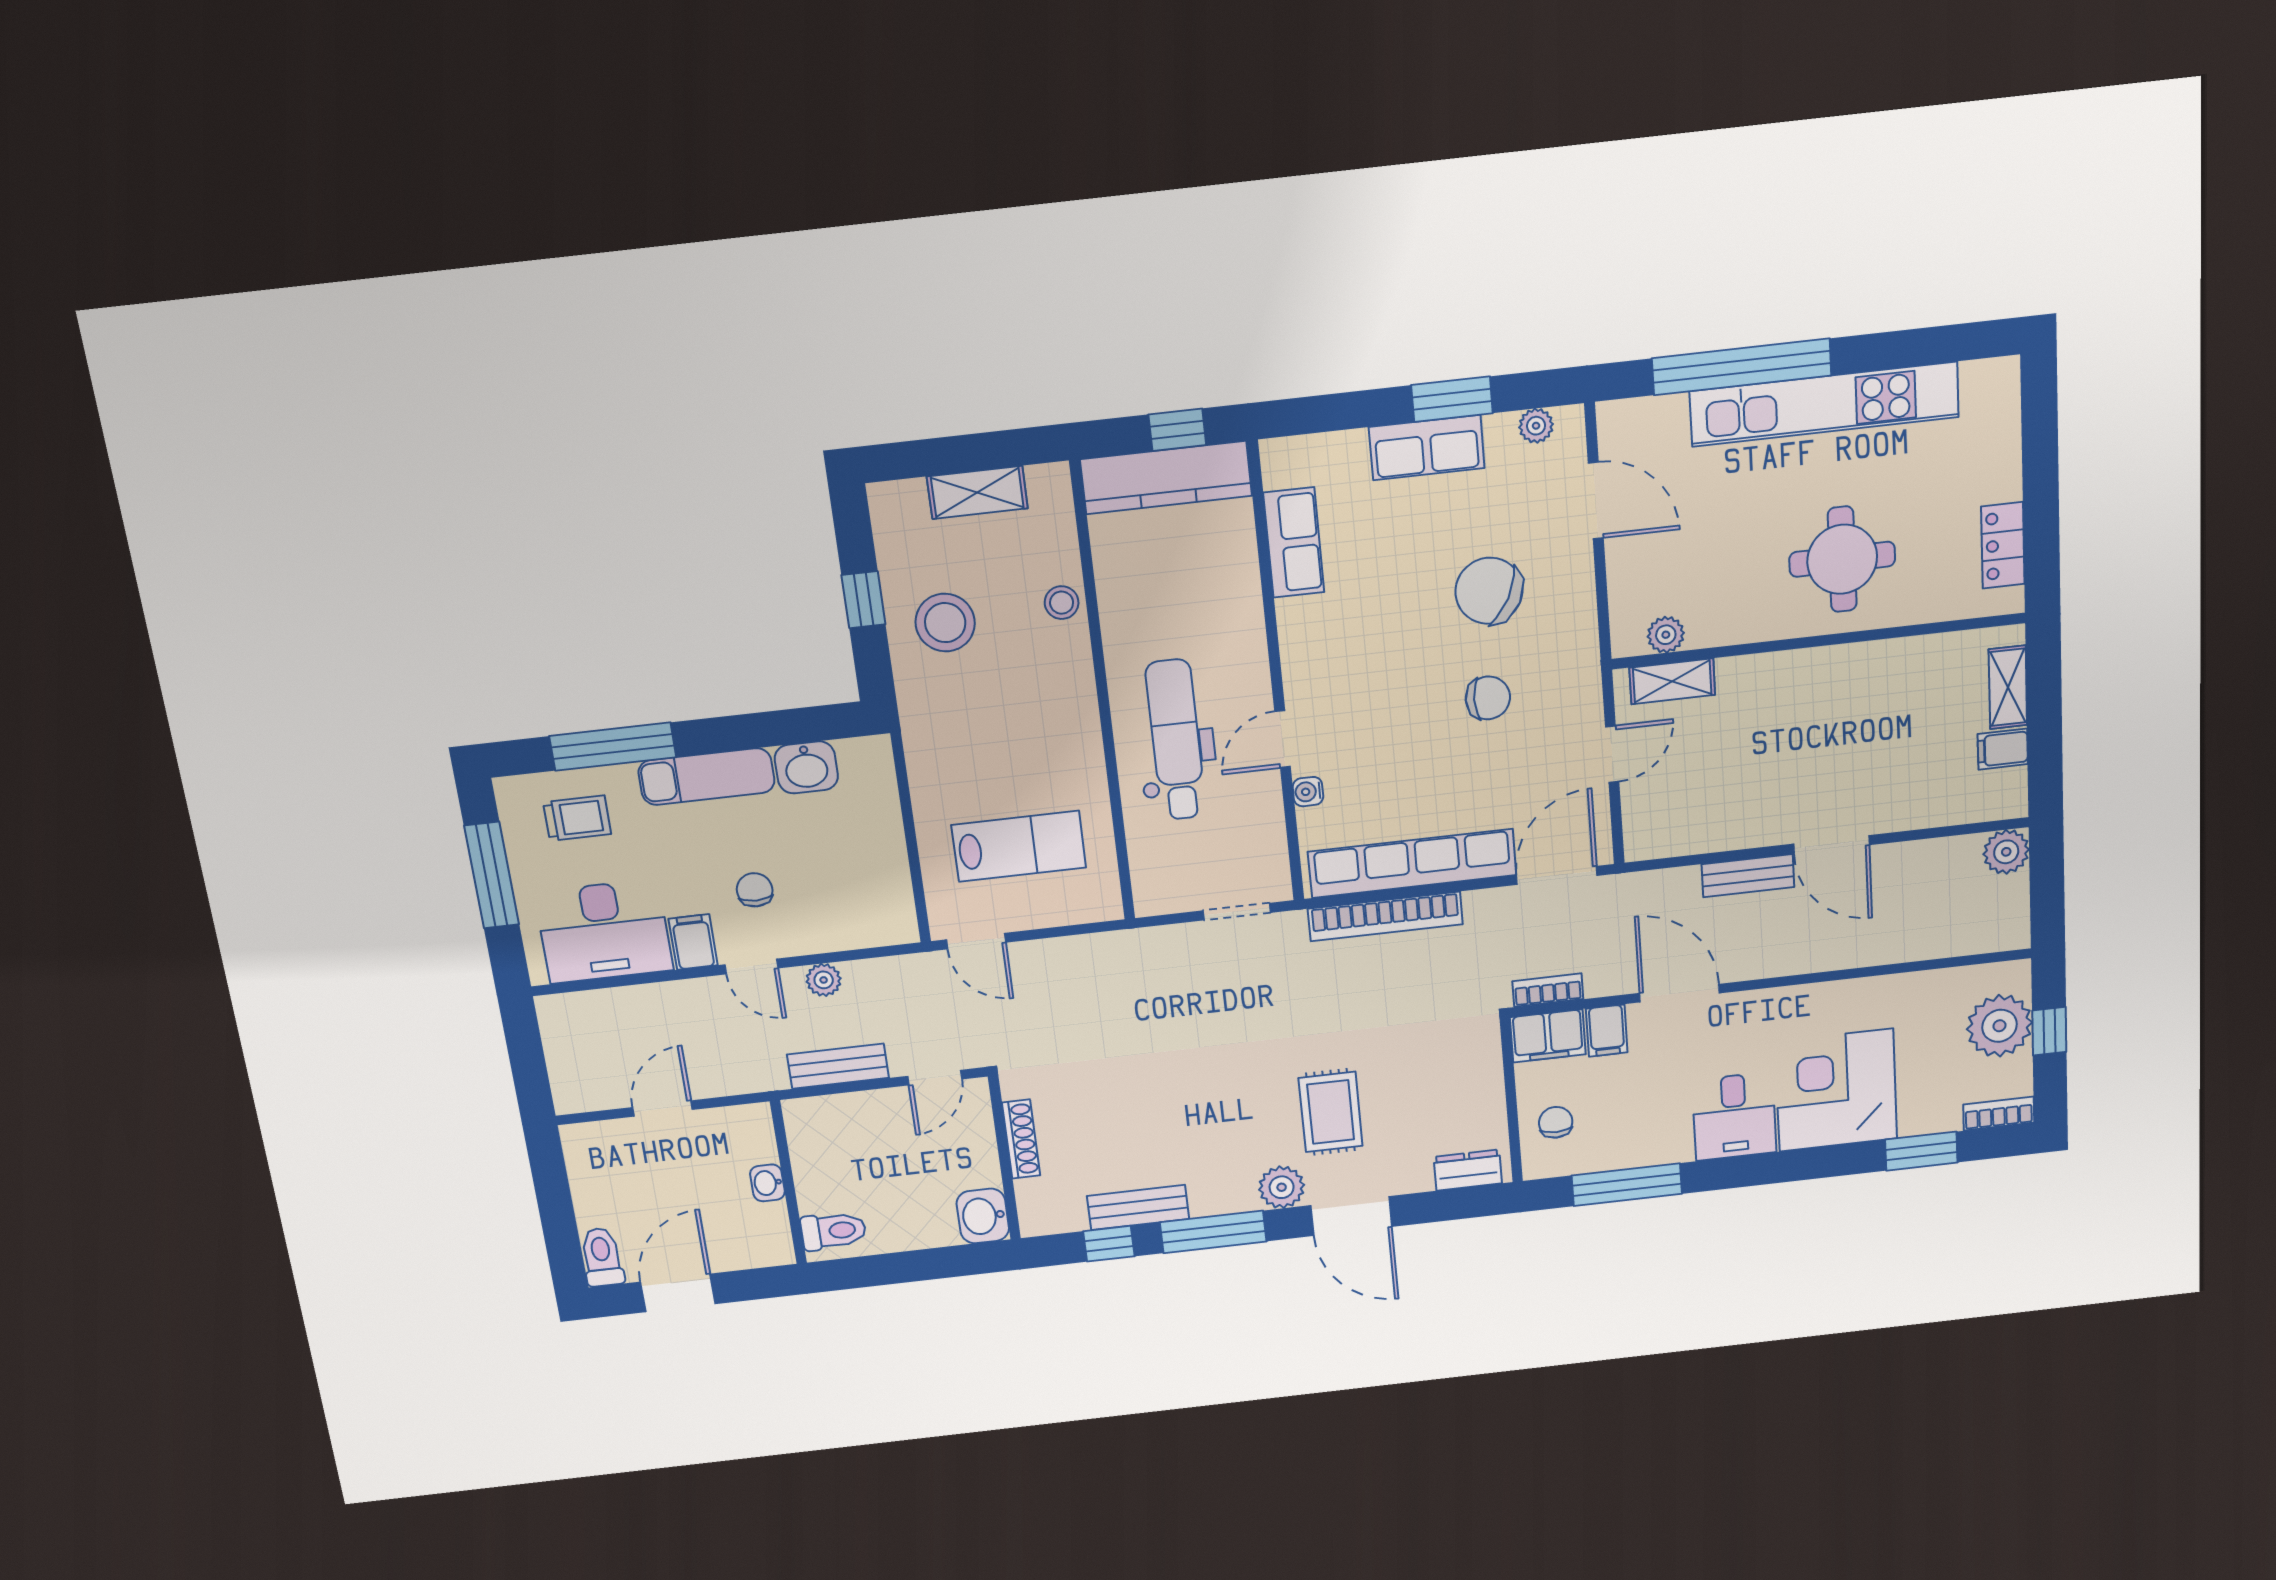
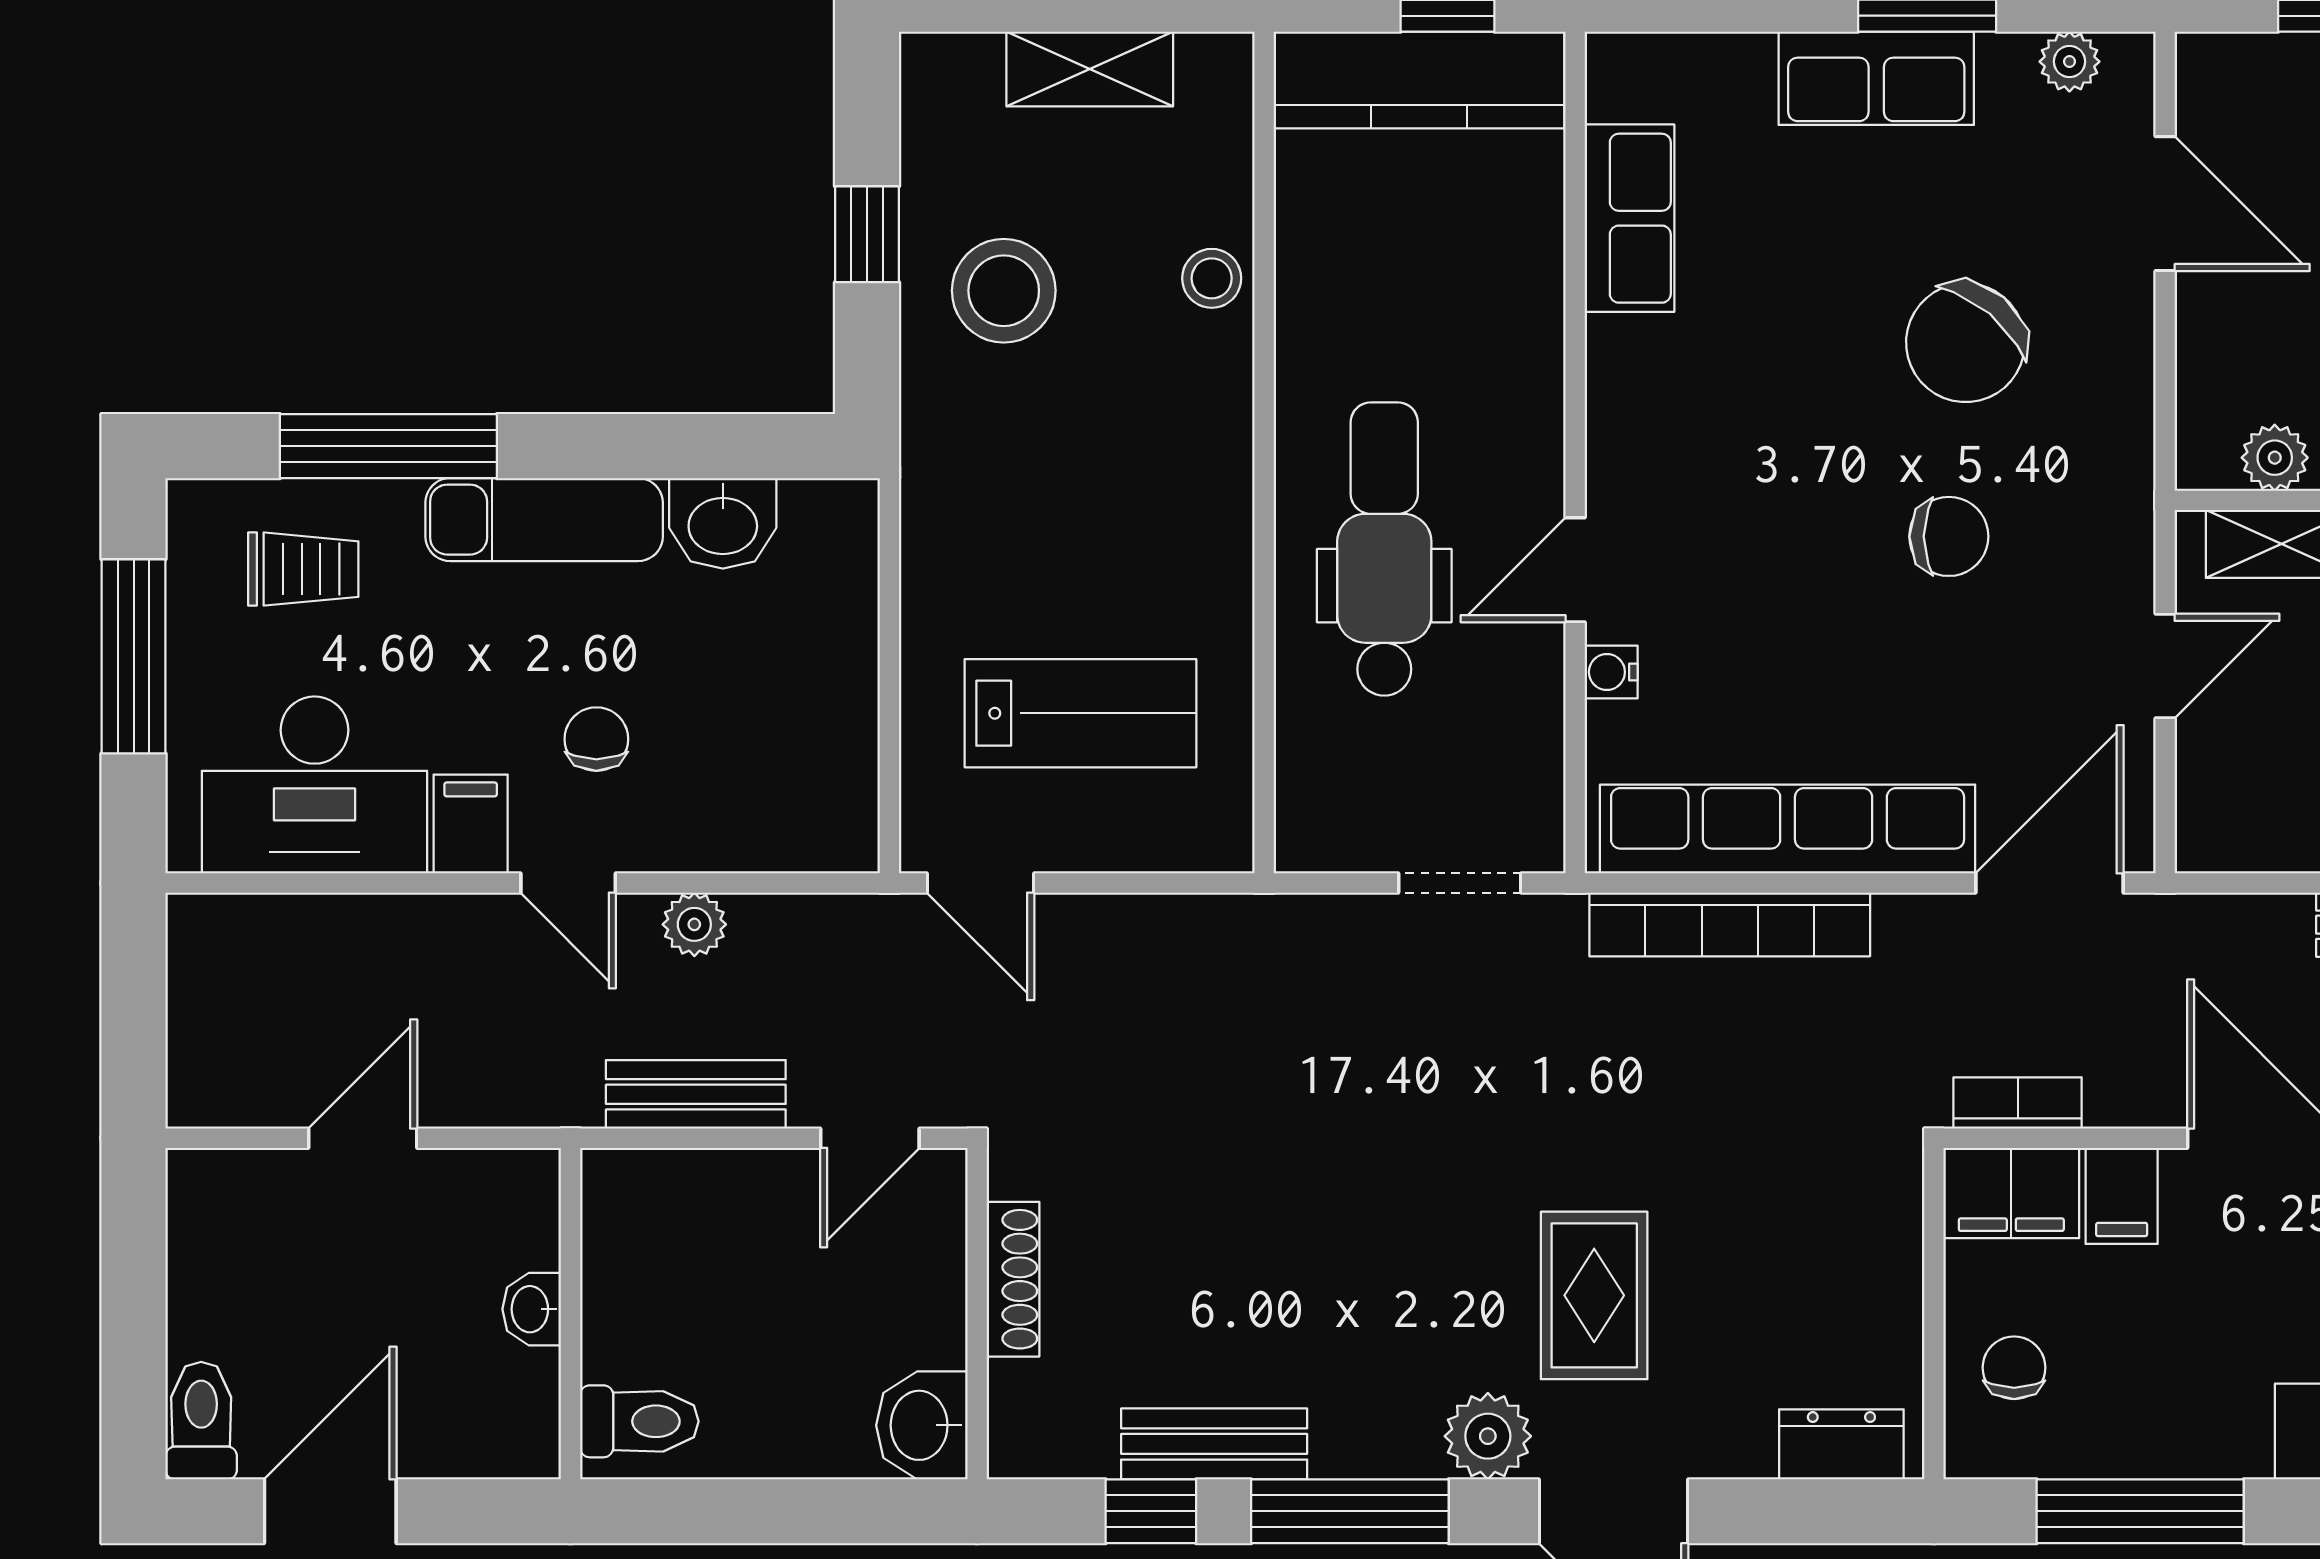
chair: (1489, 591) -> (1966, 343), turned -77

